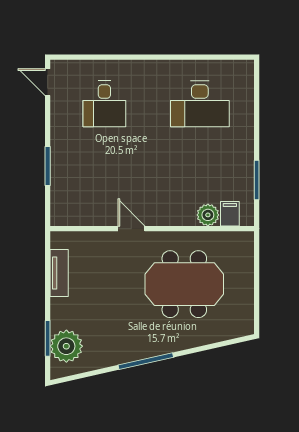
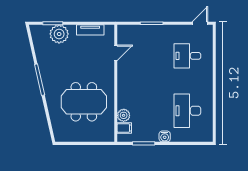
water cooler: (245, 143) -> (165, 136), added
door: (131, 229) -> (116, 53), moved
meeting table: (184, 284) -> (84, 102), turned 90
plant: (66, 346) -> (59, 34), moved

